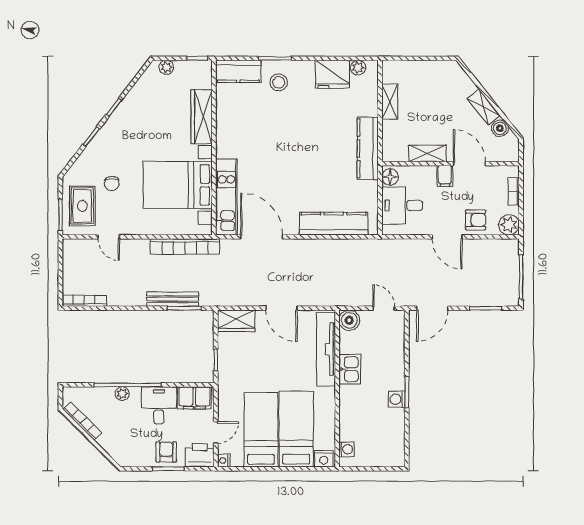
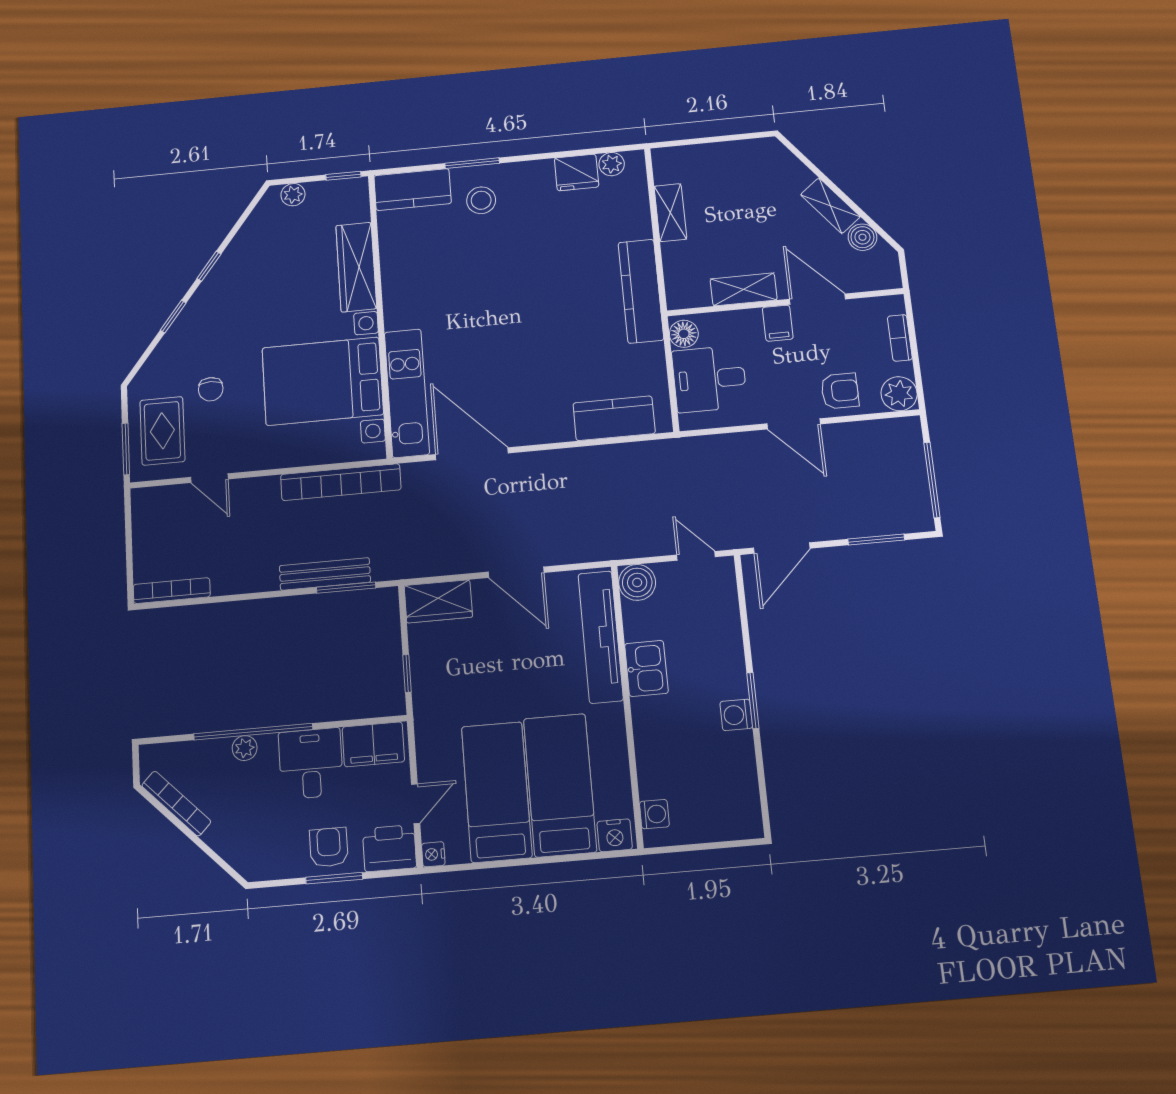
fridge: (332, 74) -> (577, 172), width x0.73, depth x0.75
kitchen counter: (334, 224) -> (614, 418), width x0.67

